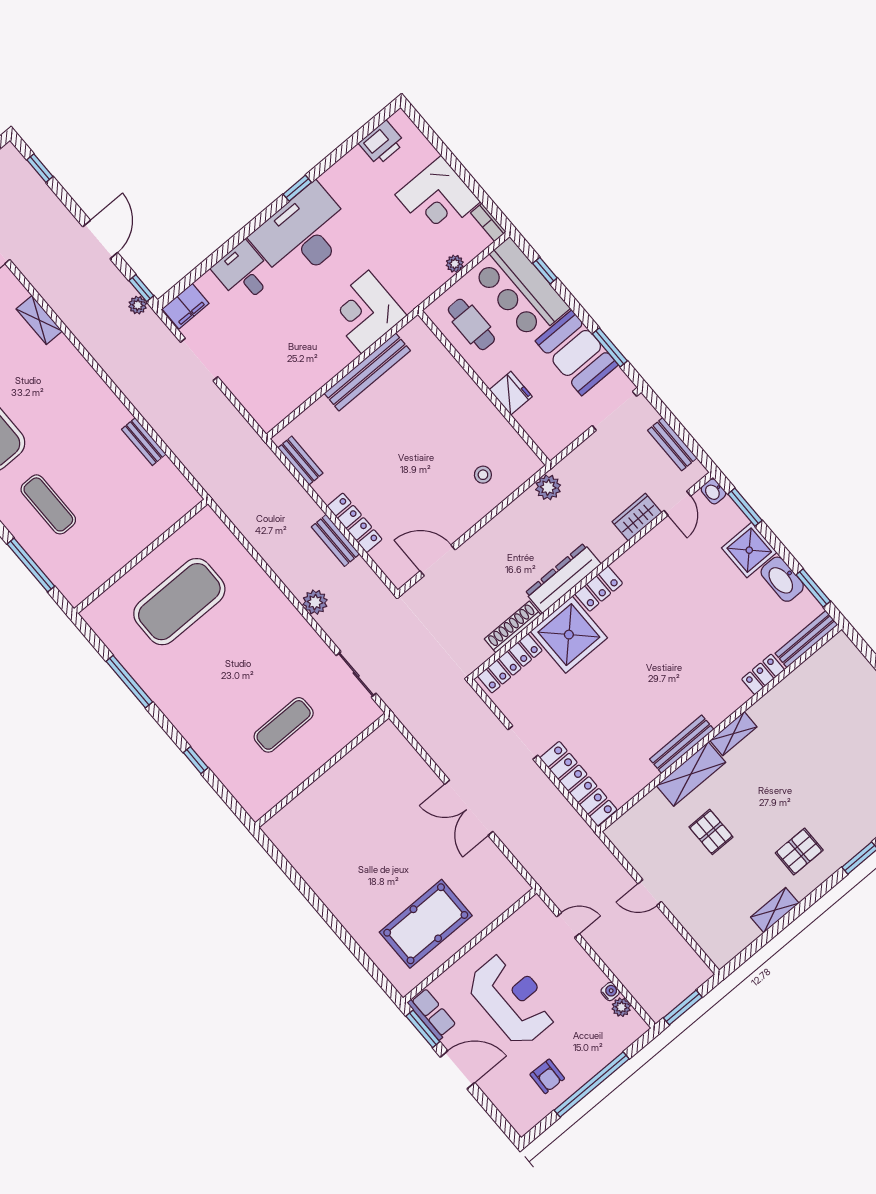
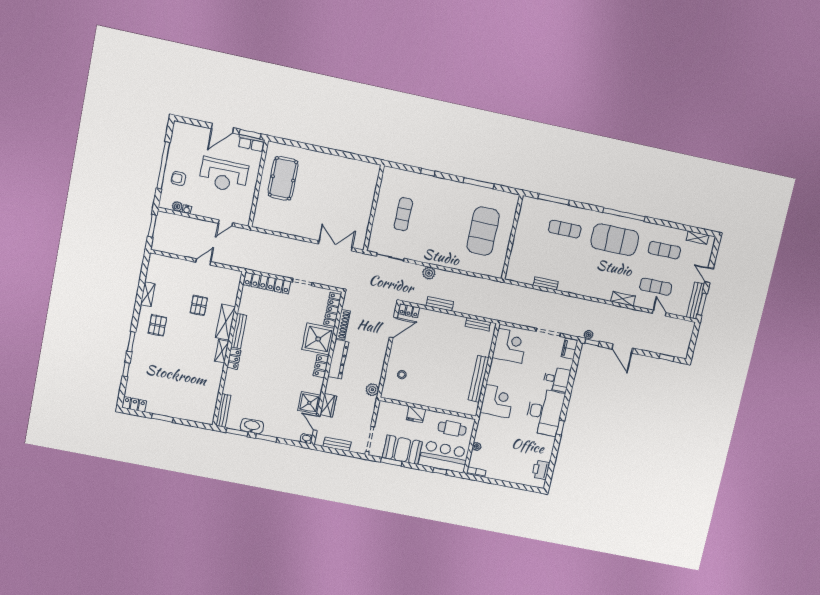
corner desk: (438, 198) -> (510, 346), moved, turned 90
window: (745, 507) -> (266, 438), moved
locker: (355, 523) -> (409, 311), moved, width x0.66
shower: (749, 550) -> (309, 403), moved
locker: (763, 674) -> (234, 359), moved
double door: (469, 808) -> (335, 246), moved
pallet: (711, 832) -> (199, 305), turned 90
armchair: (547, 1076) -> (179, 179), moved

